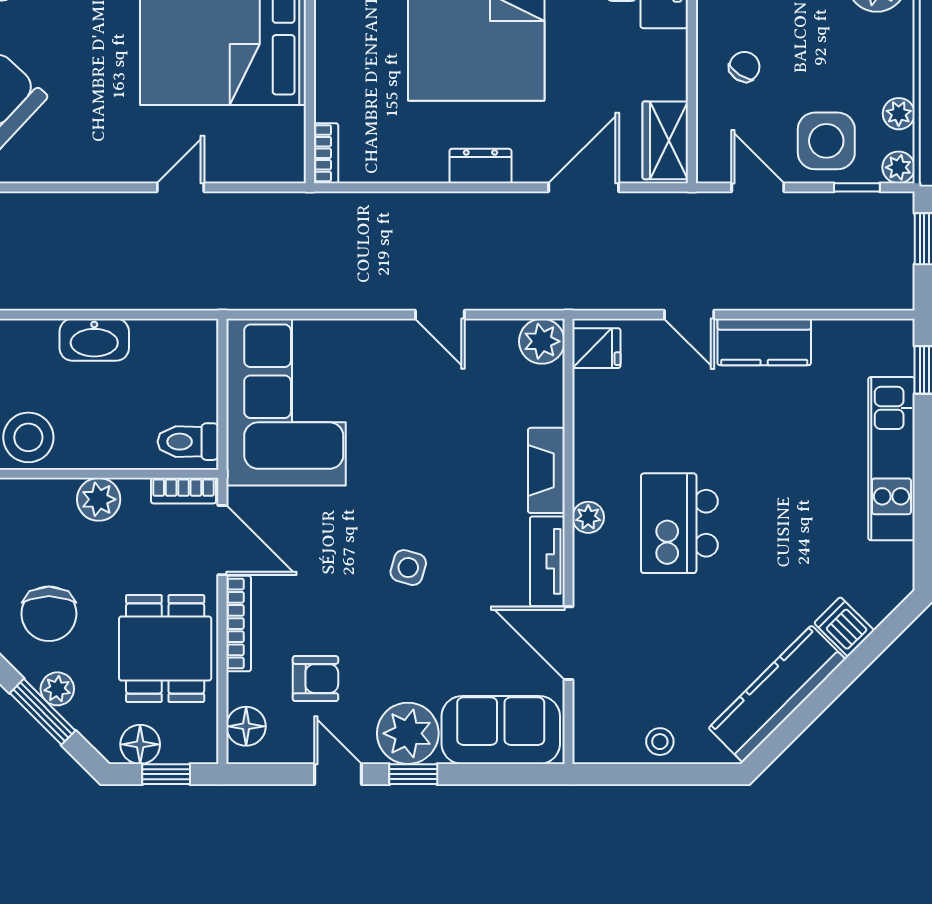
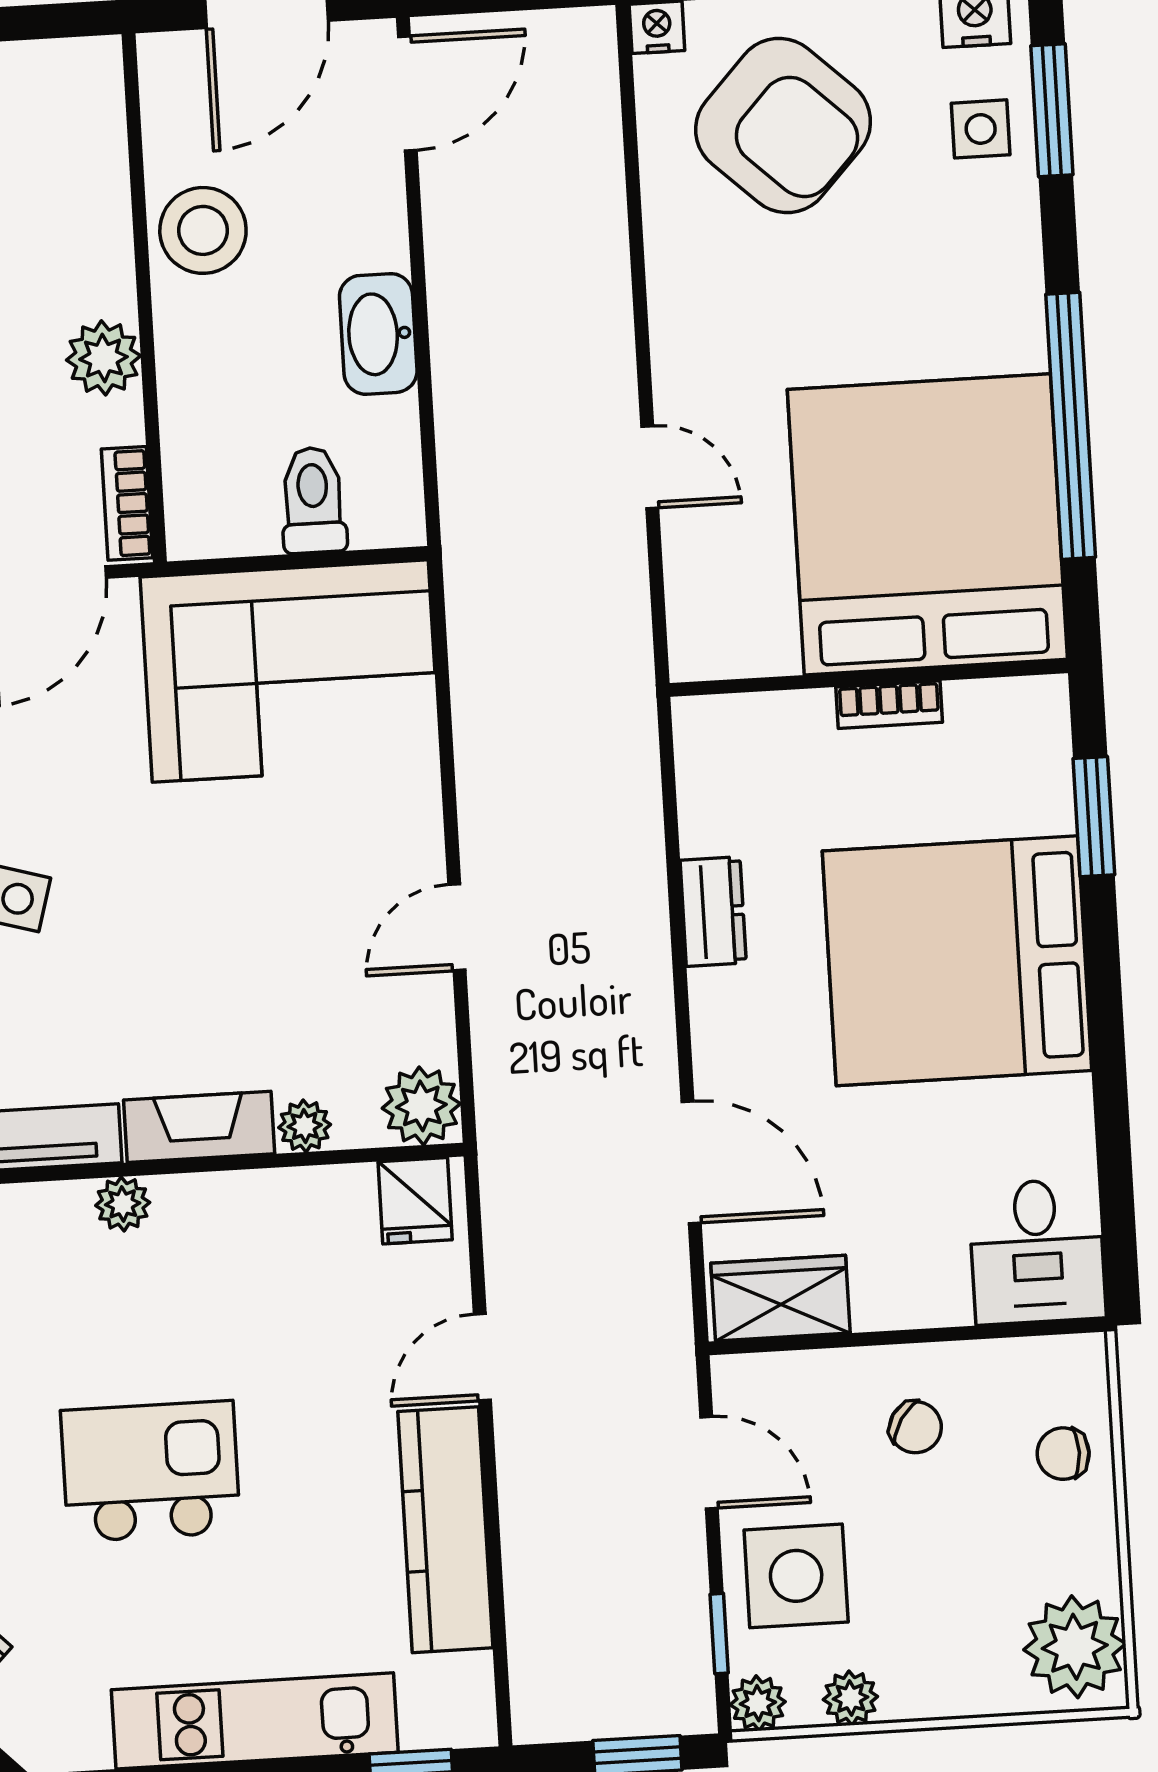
bookcase: (326, 153) -> (889, 705), moved
dresser: (480, 166) -> (713, 912), moved
door: (758, 187) -> (709, 1463), hinge flipped
kitchen counter: (764, 342) -> (445, 1530), width x1.50
plant: (549, 409) -> (305, 1126), added
toilet: (188, 442) -> (313, 500), moved
kitchen island: (679, 523) -> (151, 1471), moved

